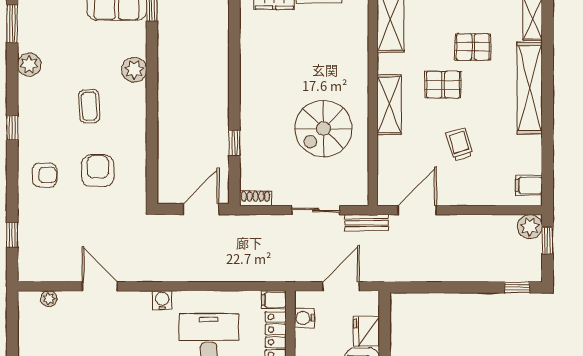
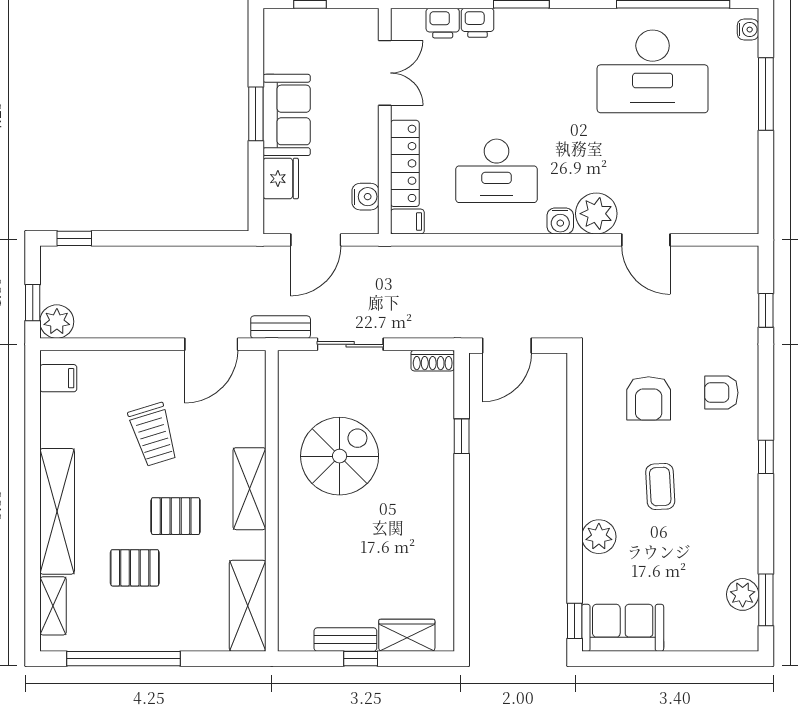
plant: (29, 65) -> (743, 594), moved
trolley: (460, 144) -> (153, 434), width x1.36, depth x1.39
plant: (49, 299) -> (596, 214), moved, width x1.88, depth x1.88

